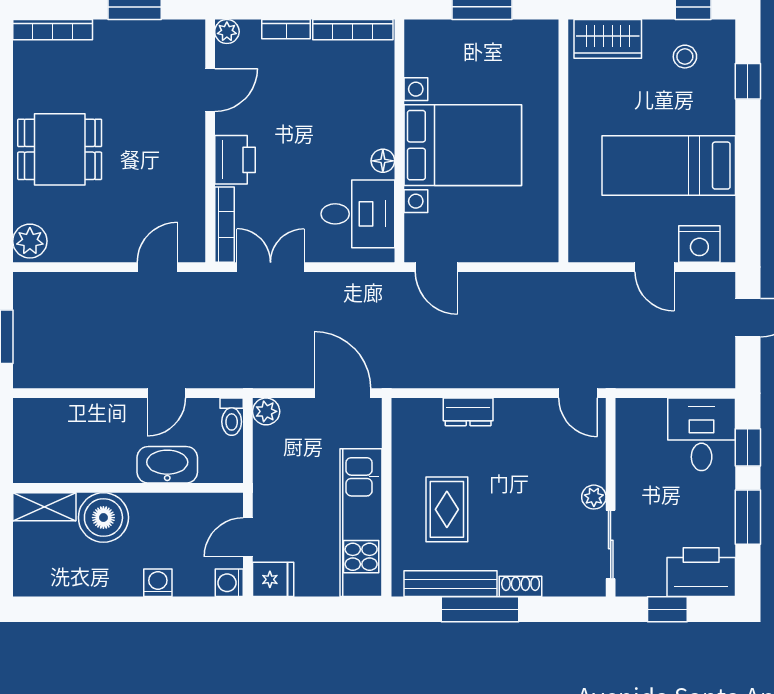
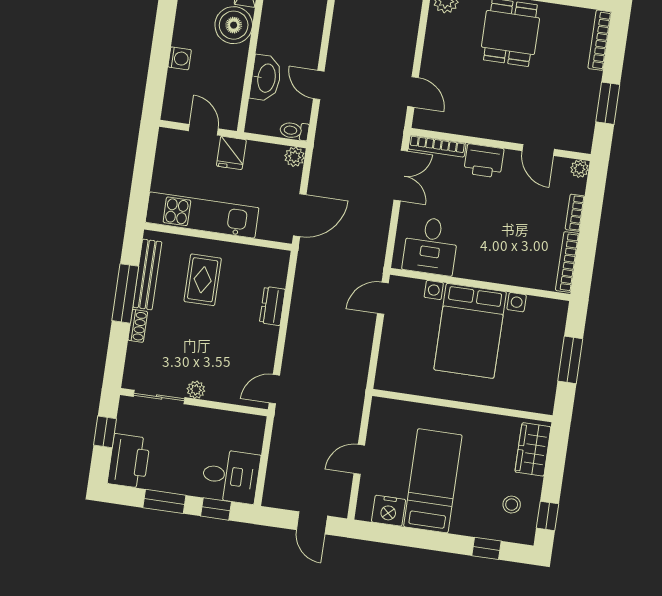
floor lamp: (383, 161) -> (467, 270), removed
nightstand: (699, 244) -> (389, 511), moved, turned -90
rug: (447, 509) -> (203, 280), turned 90
fridge: (273, 579) -> (231, 153), moved
washing machine: (229, 583) -> (172, 111), removed

